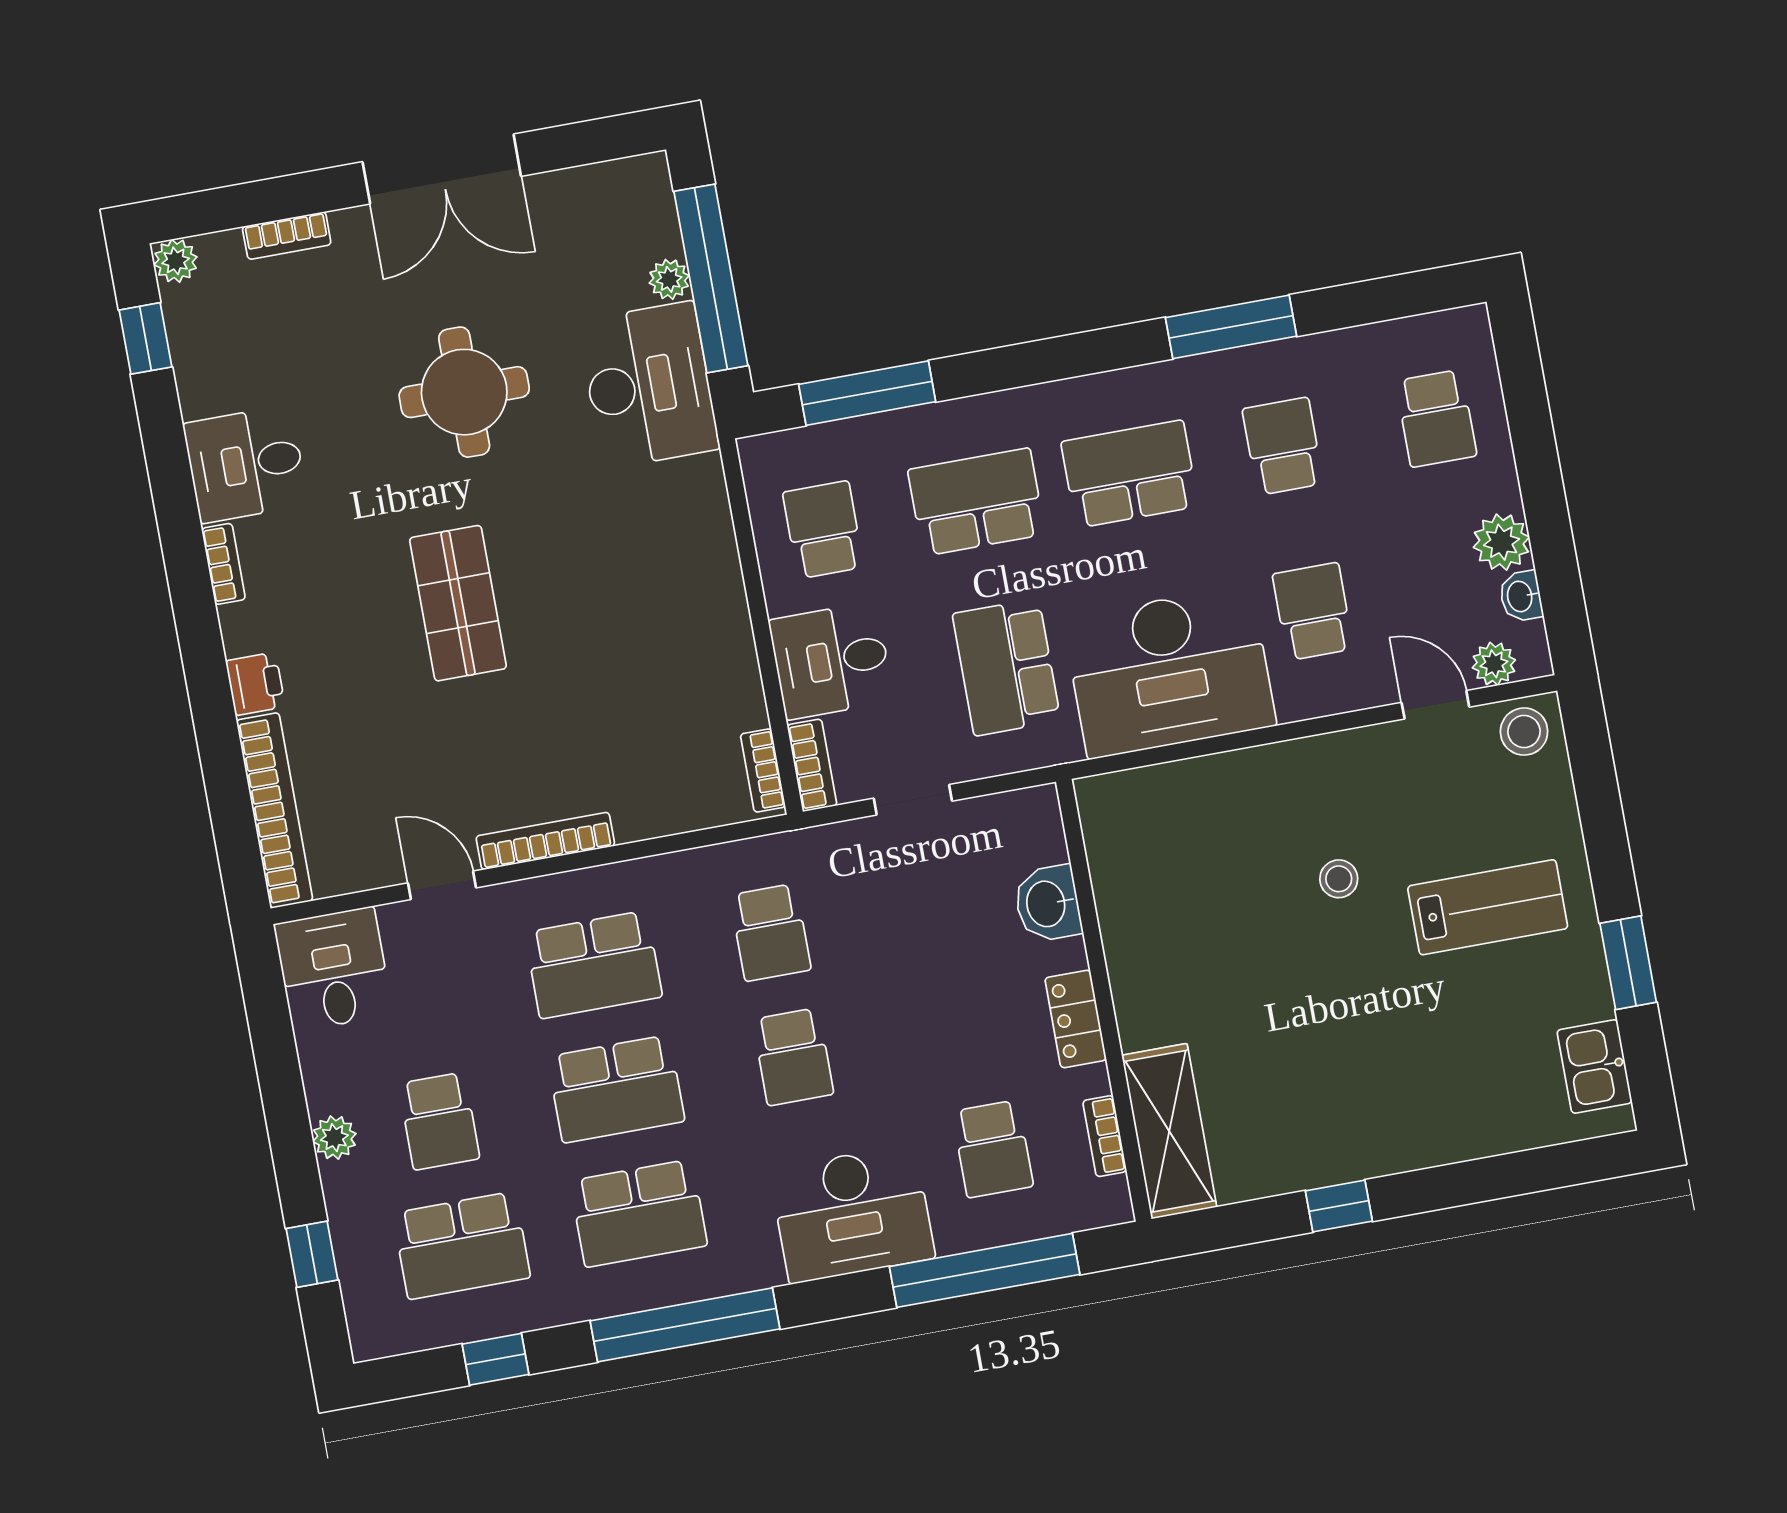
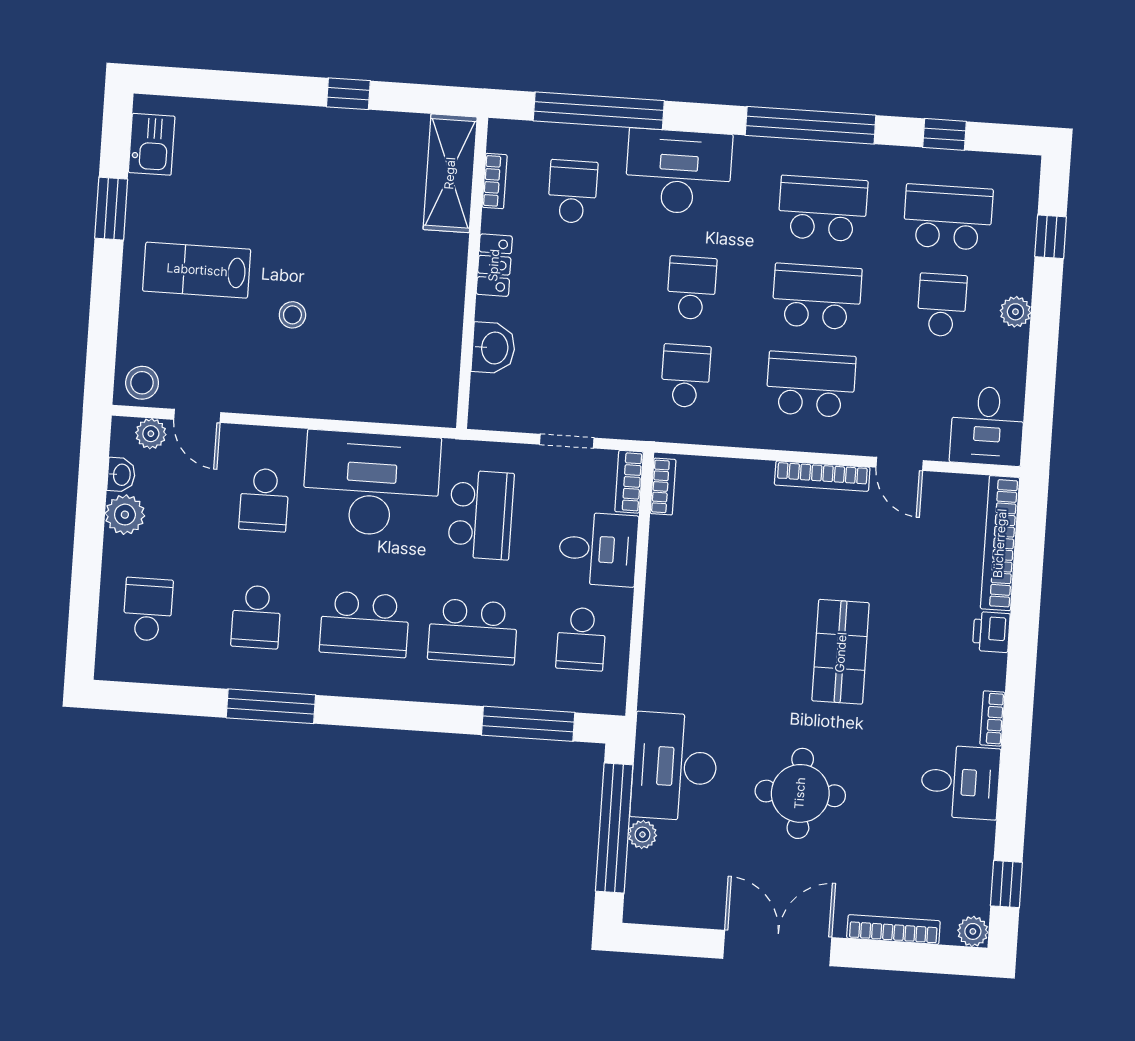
bookcase: (287, 236) -> (893, 930), width x1.56

